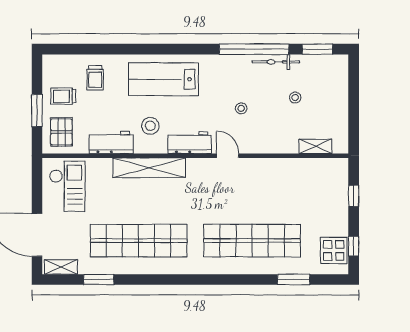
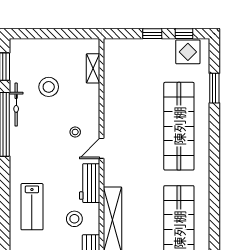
lab bench: (164, 79) -> (32, 207), width x0.73, depth x0.72
stool: (295, 98) -> (49, 87), width x1.89, depth x1.89
stool: (241, 108) -> (75, 132), moved
window: (354, 196) -> (152, 34), moved

